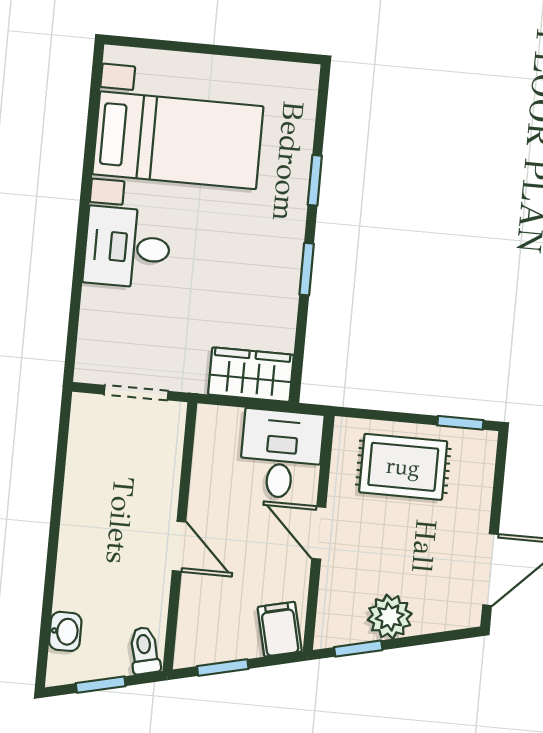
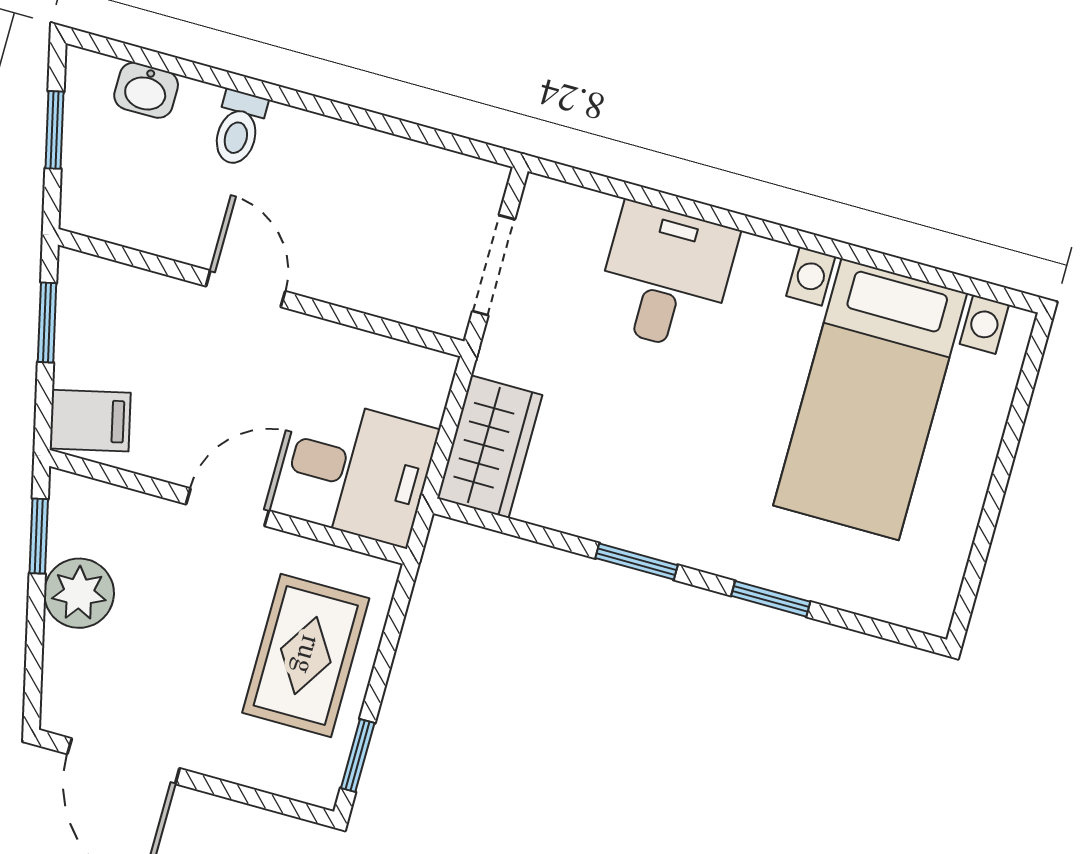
desk: (127, 247) -> (666, 277), moved
door: (179, 546) -> (246, 289), swing flipped
toilet: (145, 650) -> (239, 128), moved, turned 103

